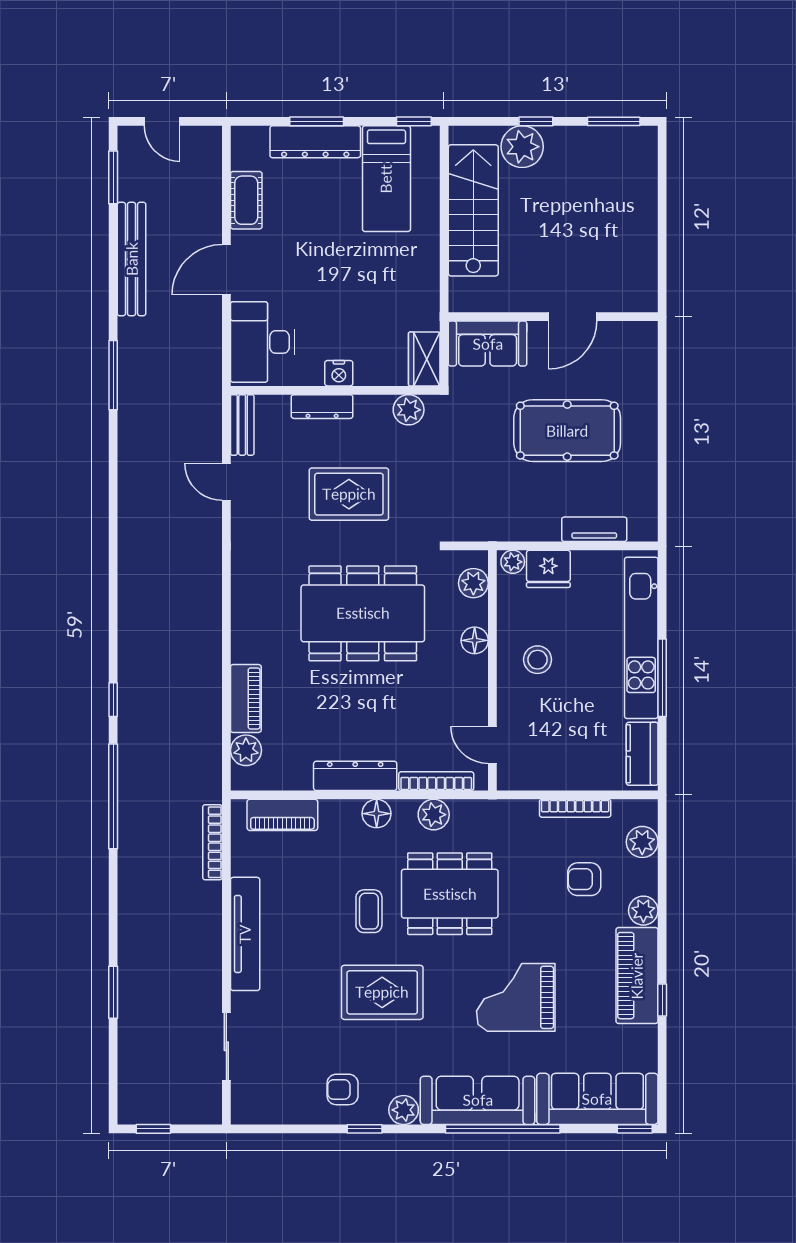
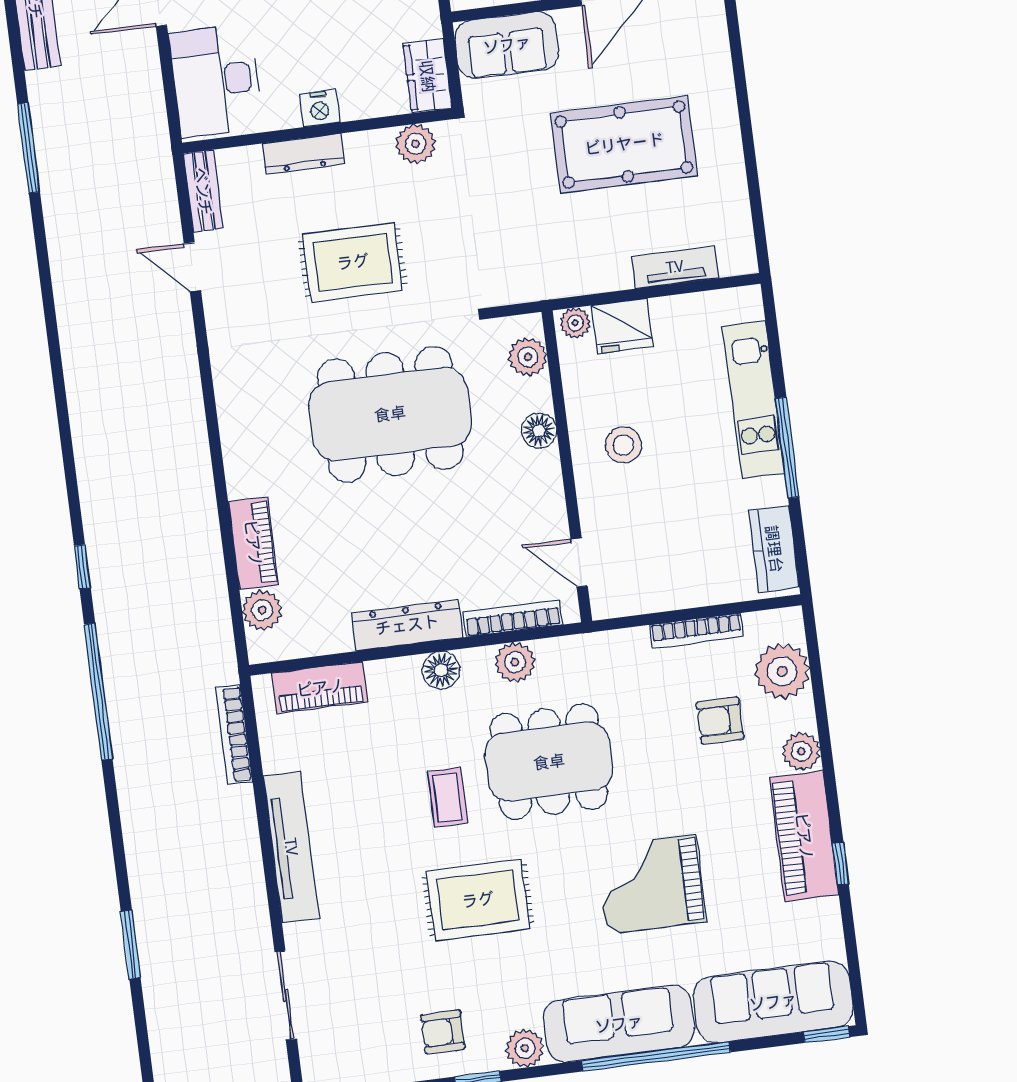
kitchen unit: (641, 638) -> (754, 400), width x0.73
plant: (642, 842) -> (782, 671), width x1.36, depth x1.36

